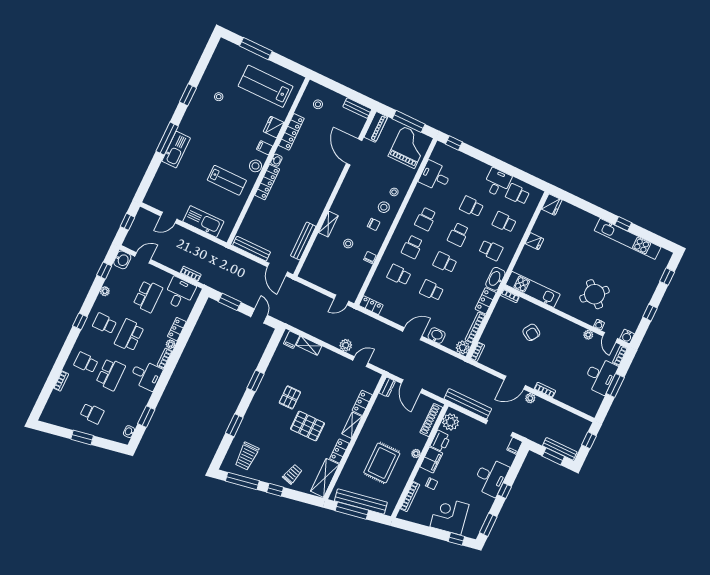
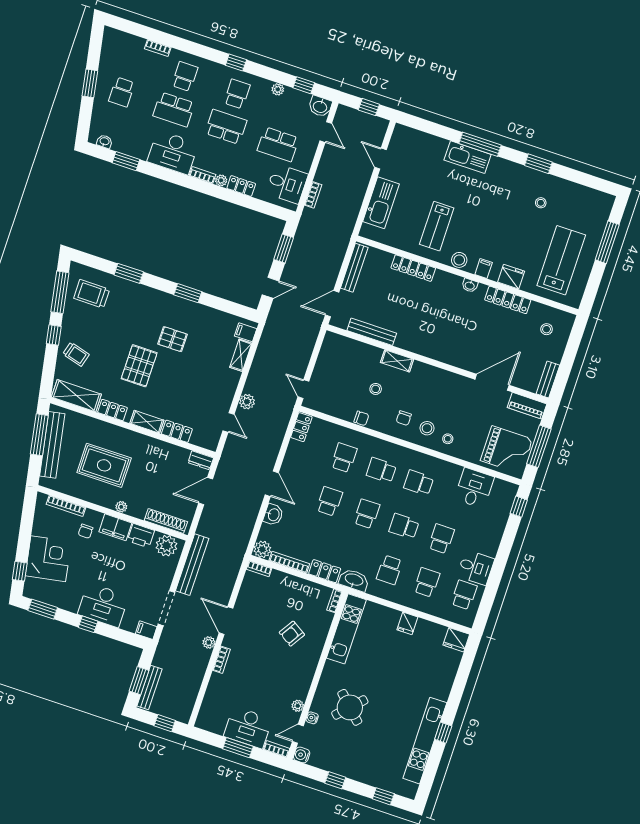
locker: (267, 182) -> (413, 268), moved
desk: (146, 375) -> (173, 152), width x1.37

